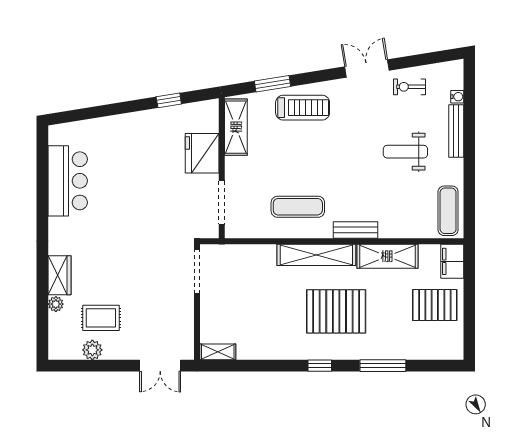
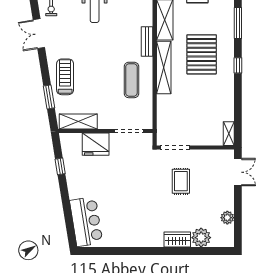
bar counter: (68, 181) -> (86, 222), moved, turned 81
plant: (56, 304) -> (201, 238), width x1.88, depth x1.88
rug: (101, 318) -> (181, 181), moved

